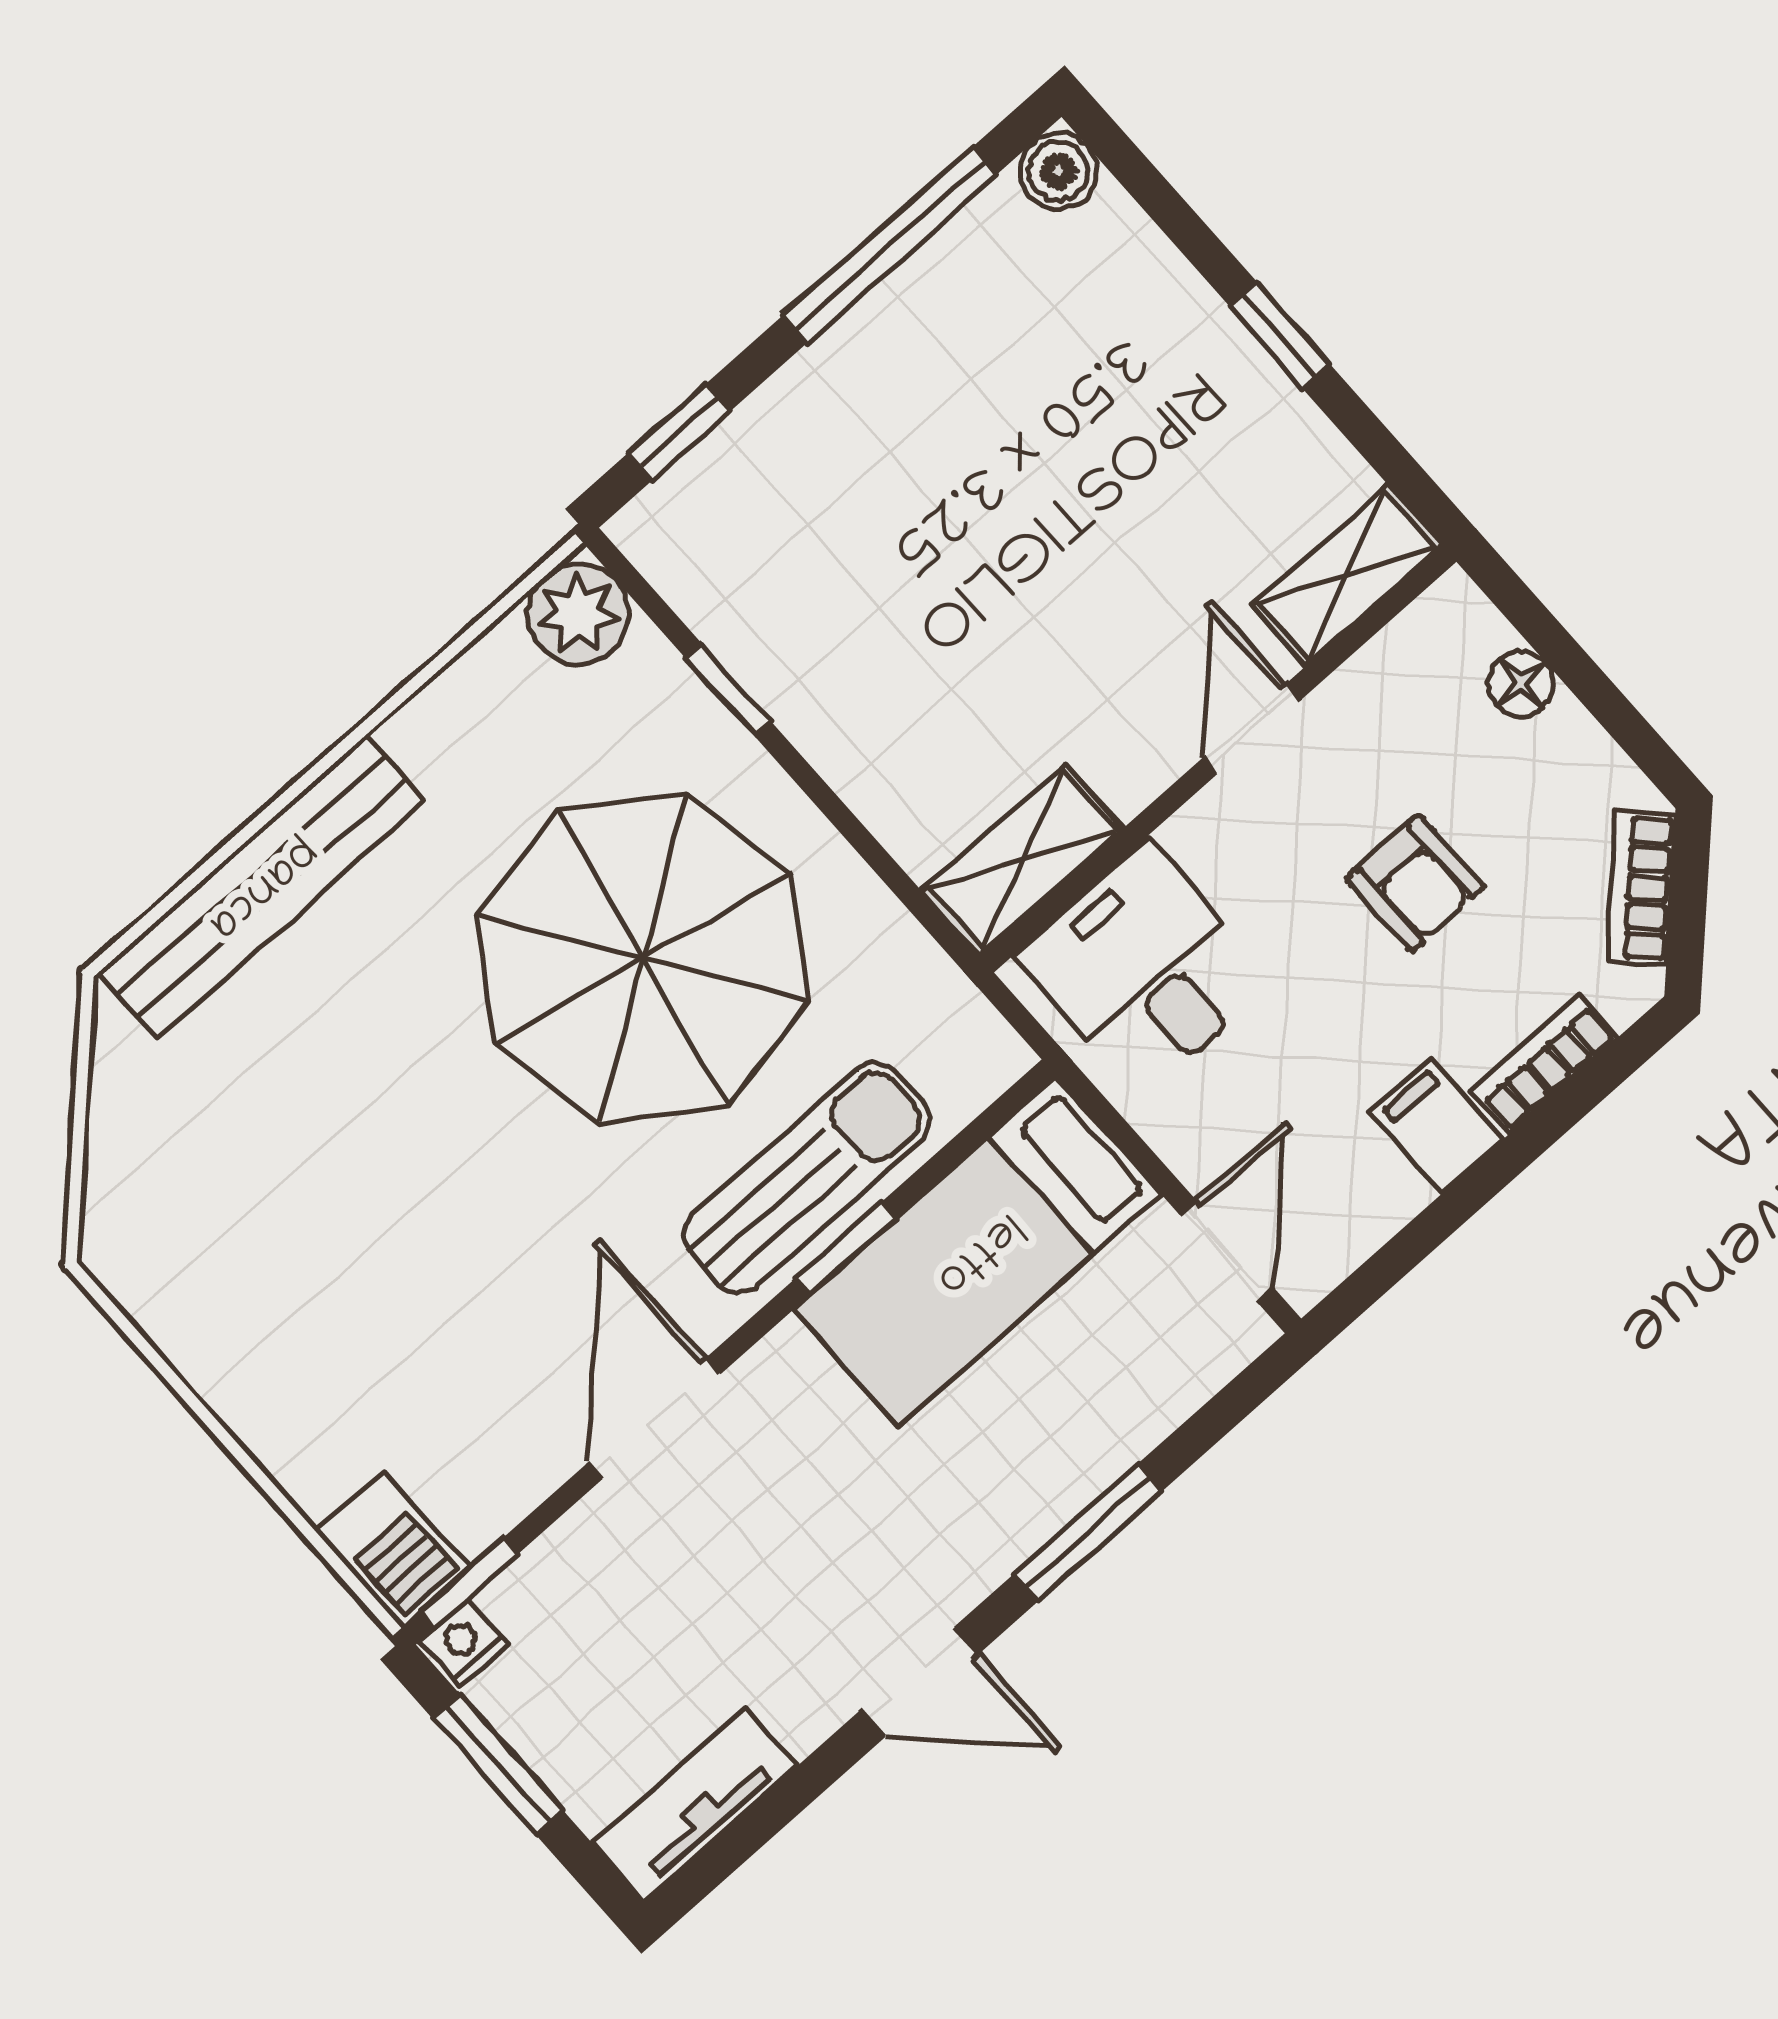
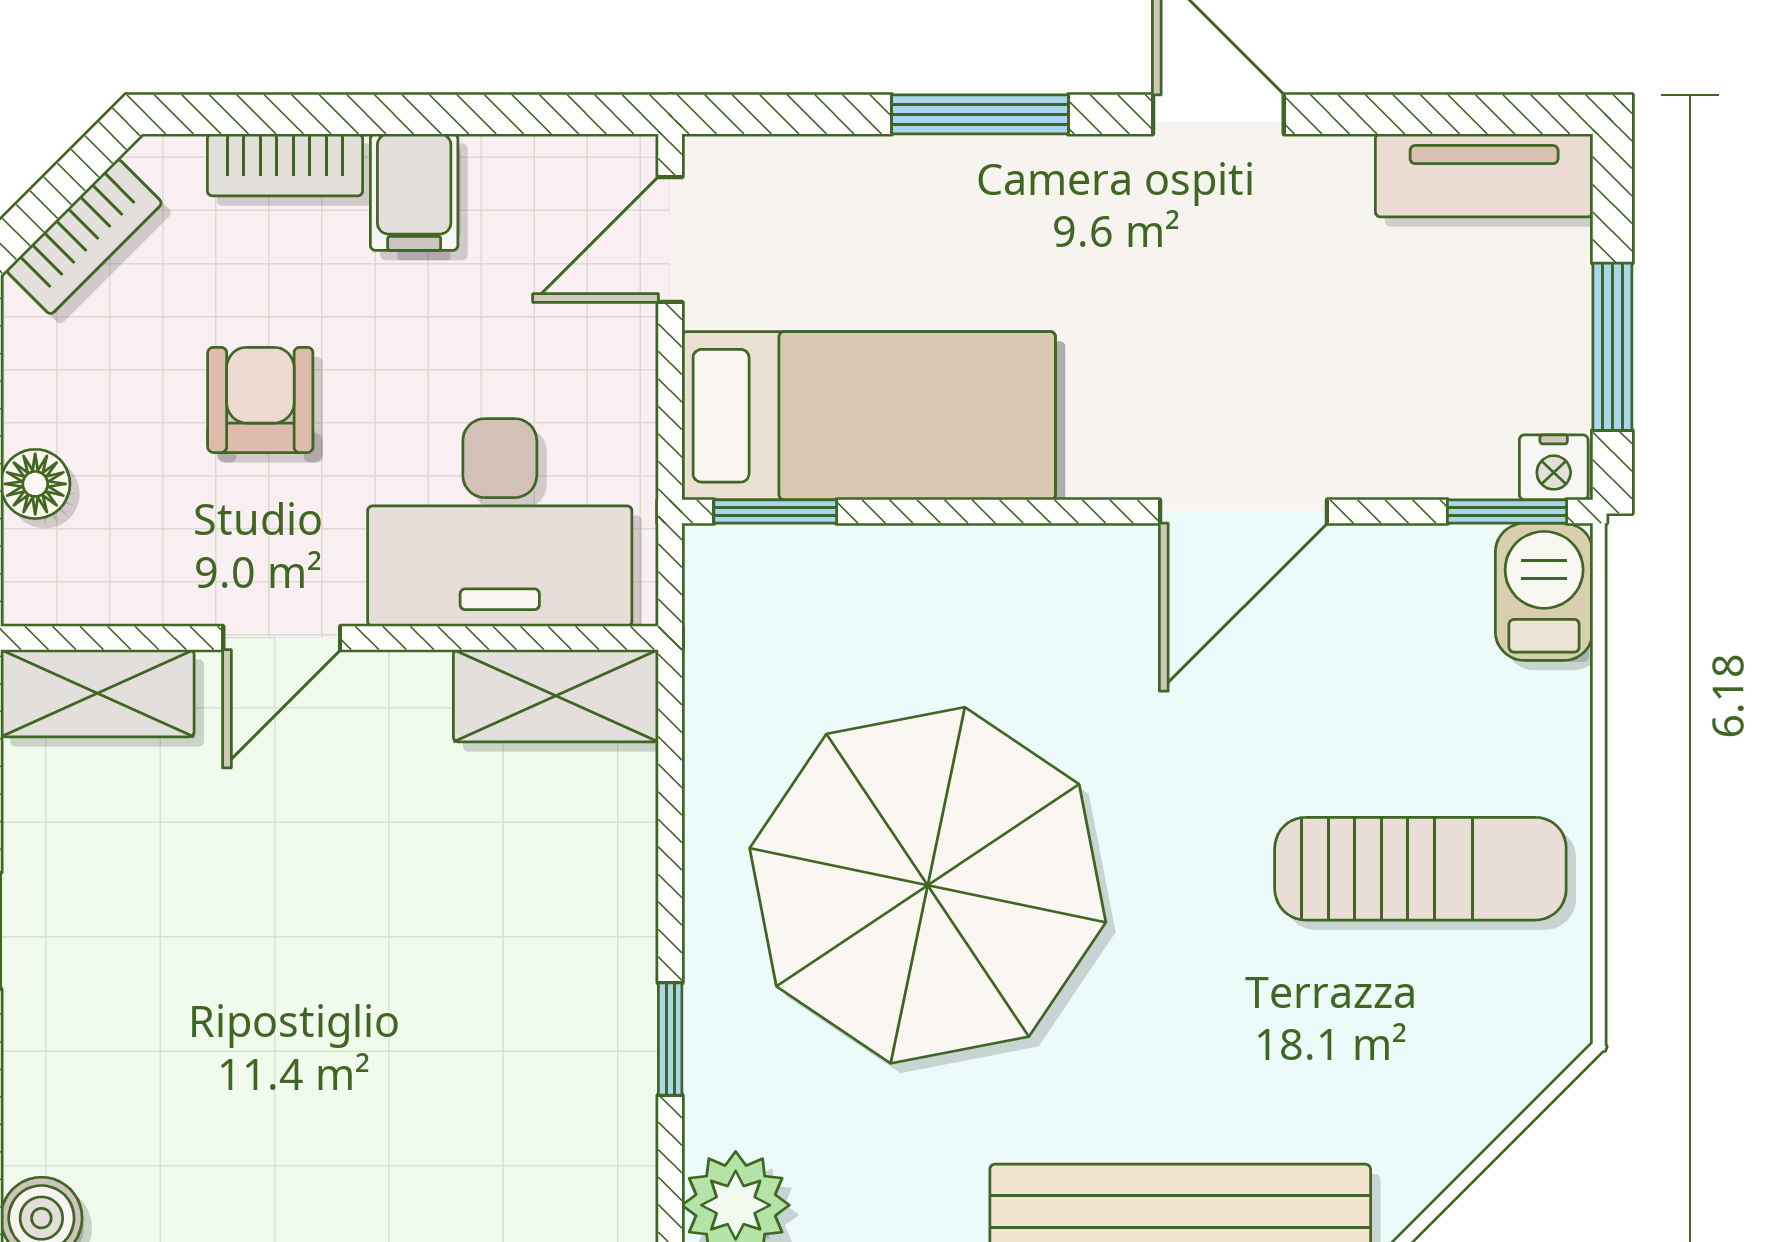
desk: (1145, 969) -> (500, 522), width x1.37
sun lounger: (807, 1178) -> (1420, 869), moved, turned 180
window: (845, 1249) -> (775, 511), moved

